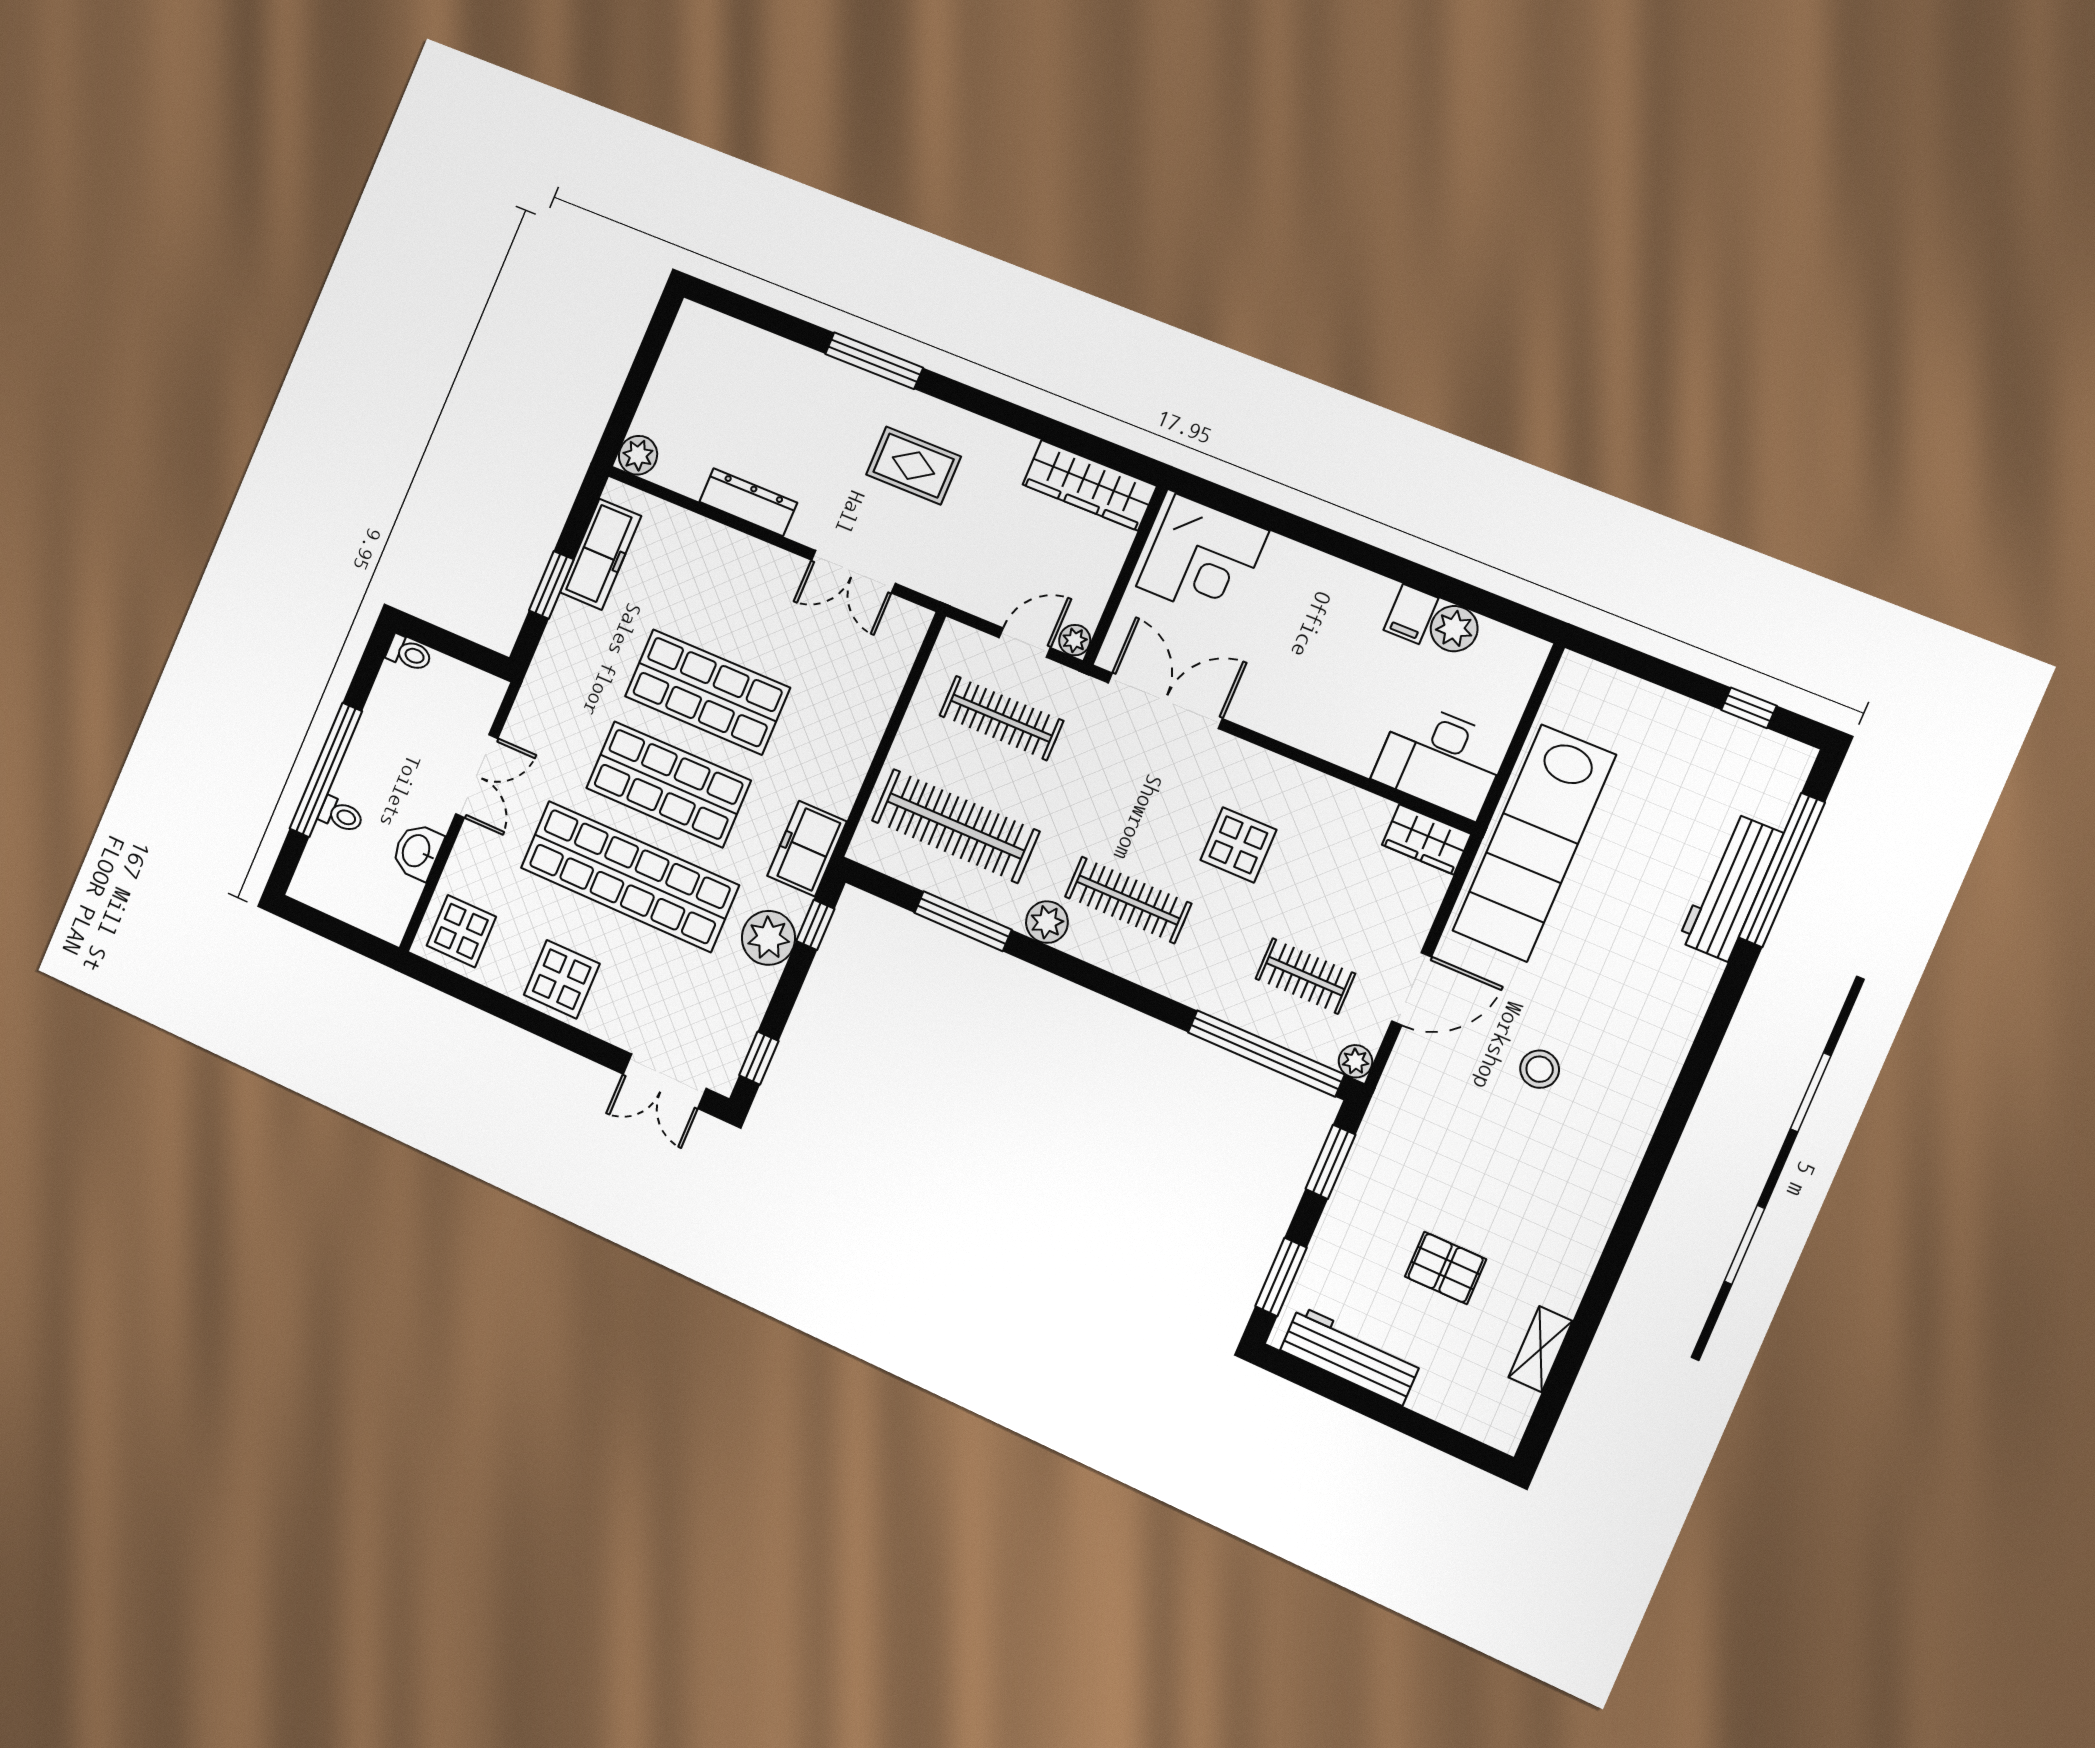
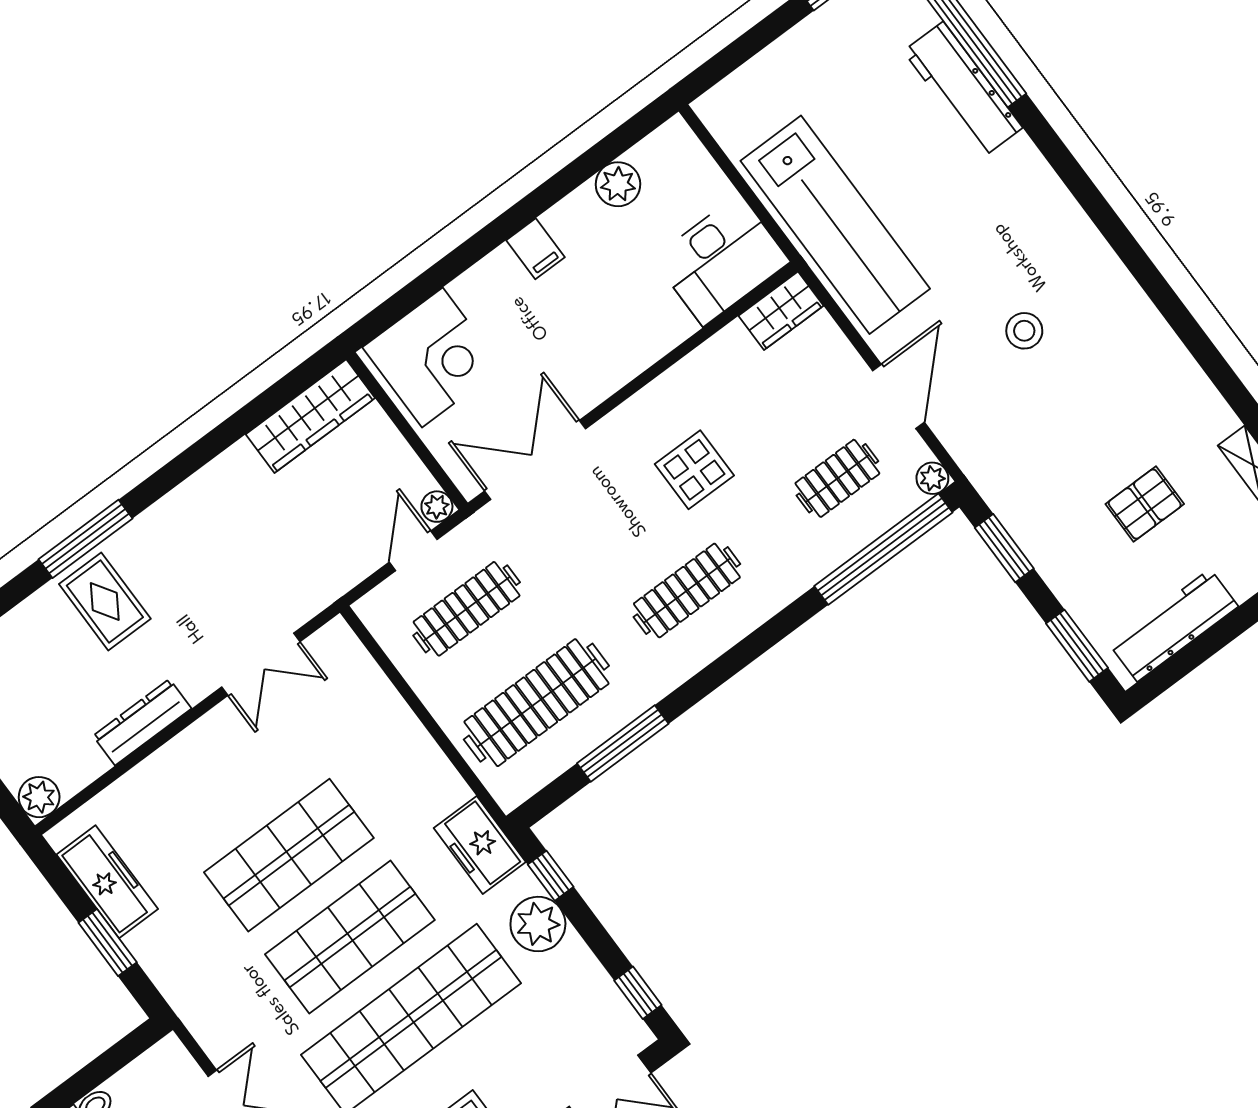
rug: (913, 466) -> (105, 601), moved, turned 90
filing cabinet: (1411, 614) -> (535, 249), moved
plant: (1047, 922) -> (665, 671), removed

